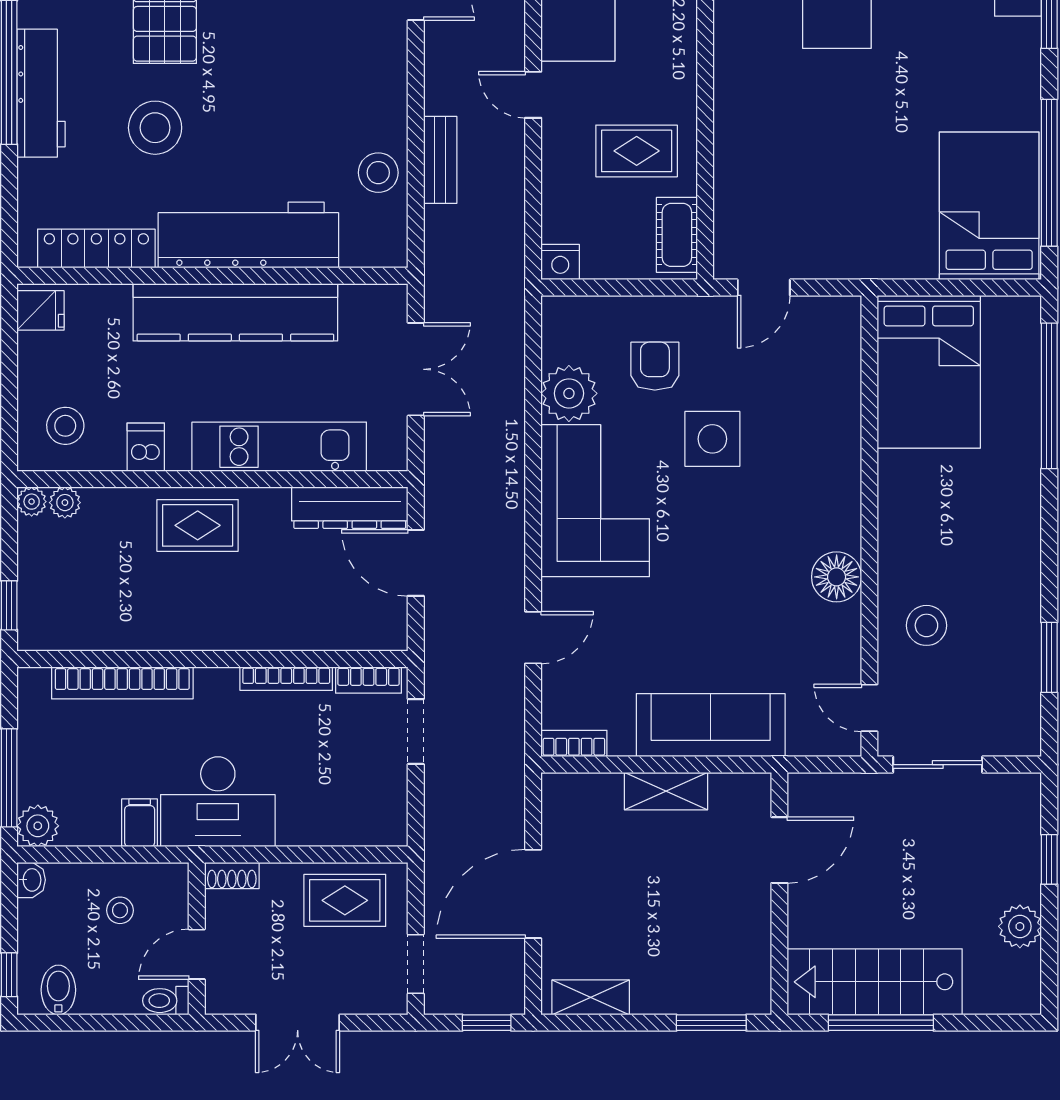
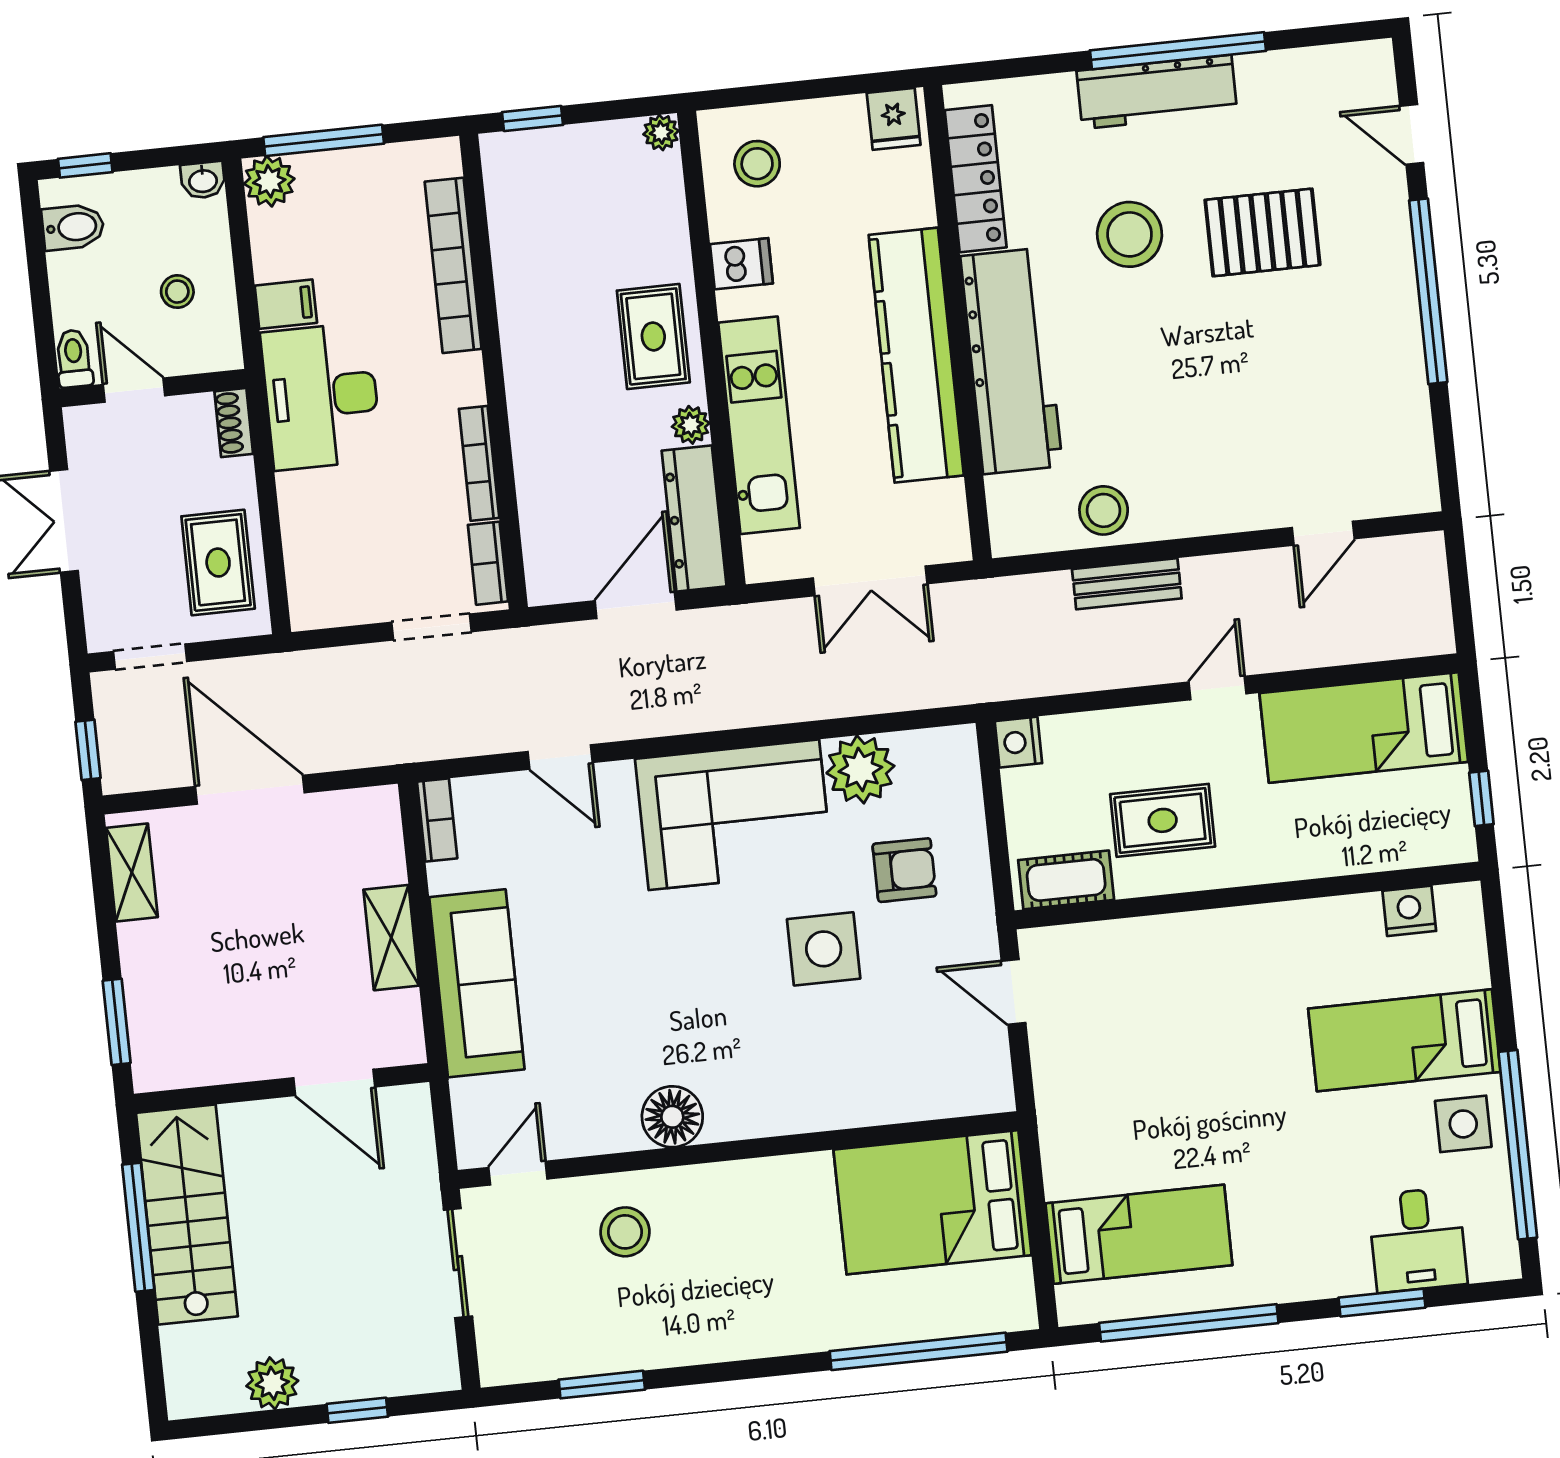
rug: (637, 151) -> (1163, 820), turned 90
bed: (989, 206) -> (1139, 1234), width x0.67
plant: (65, 503) -> (691, 425), moved

